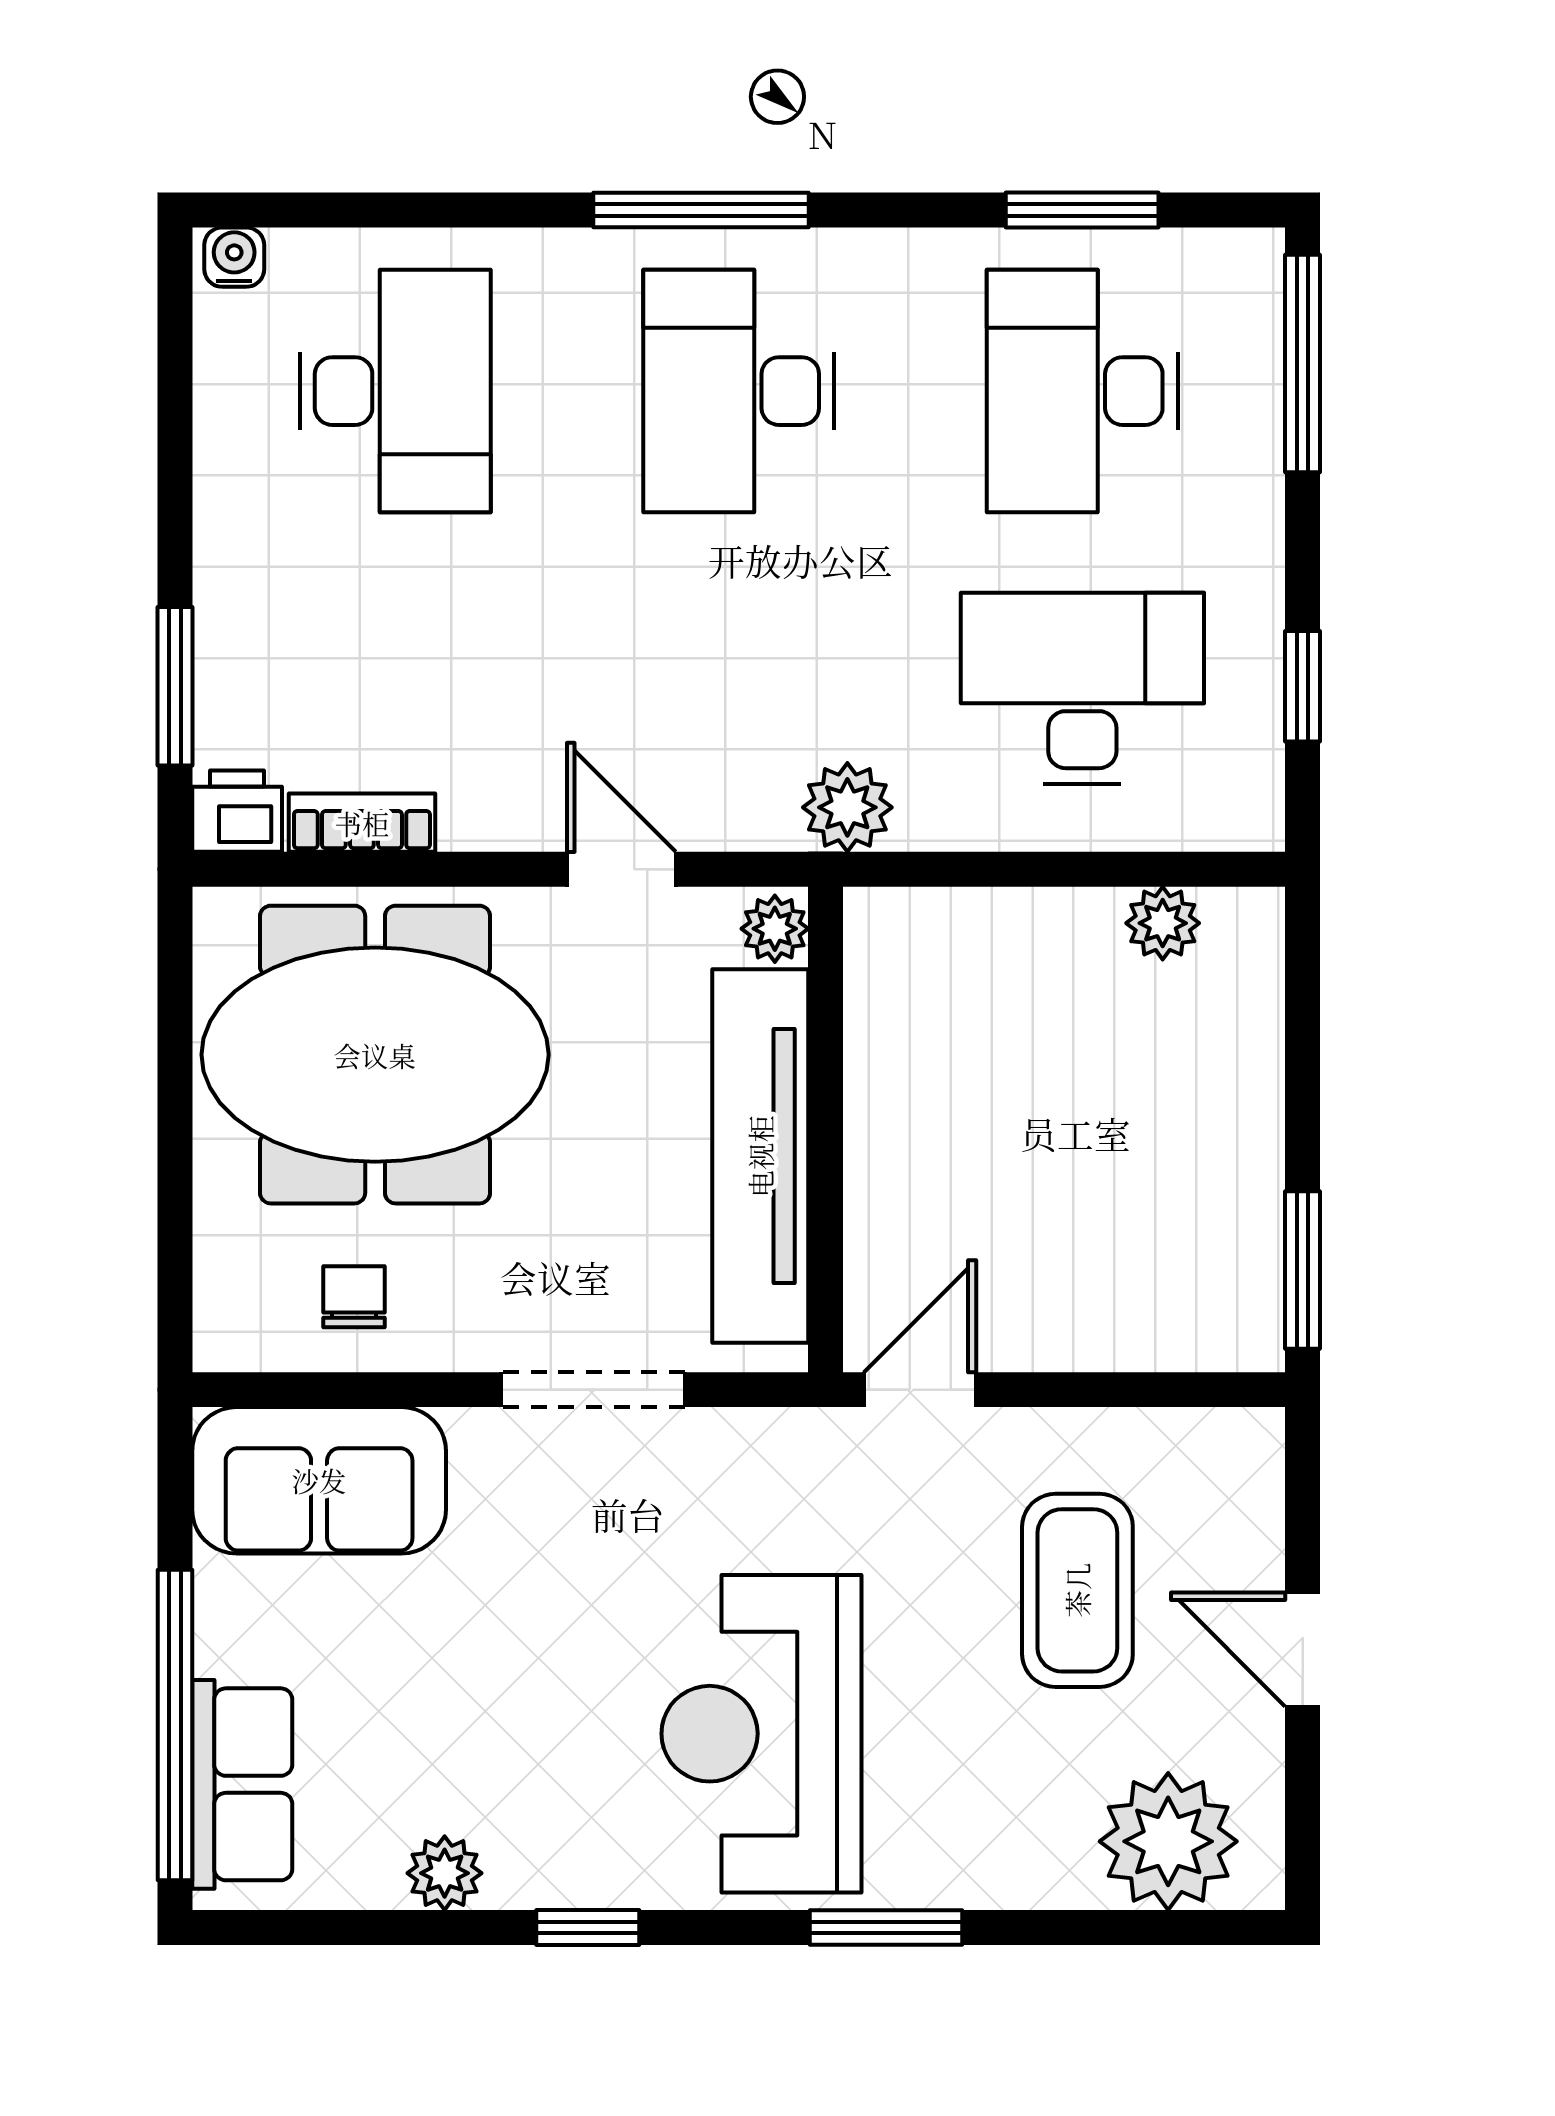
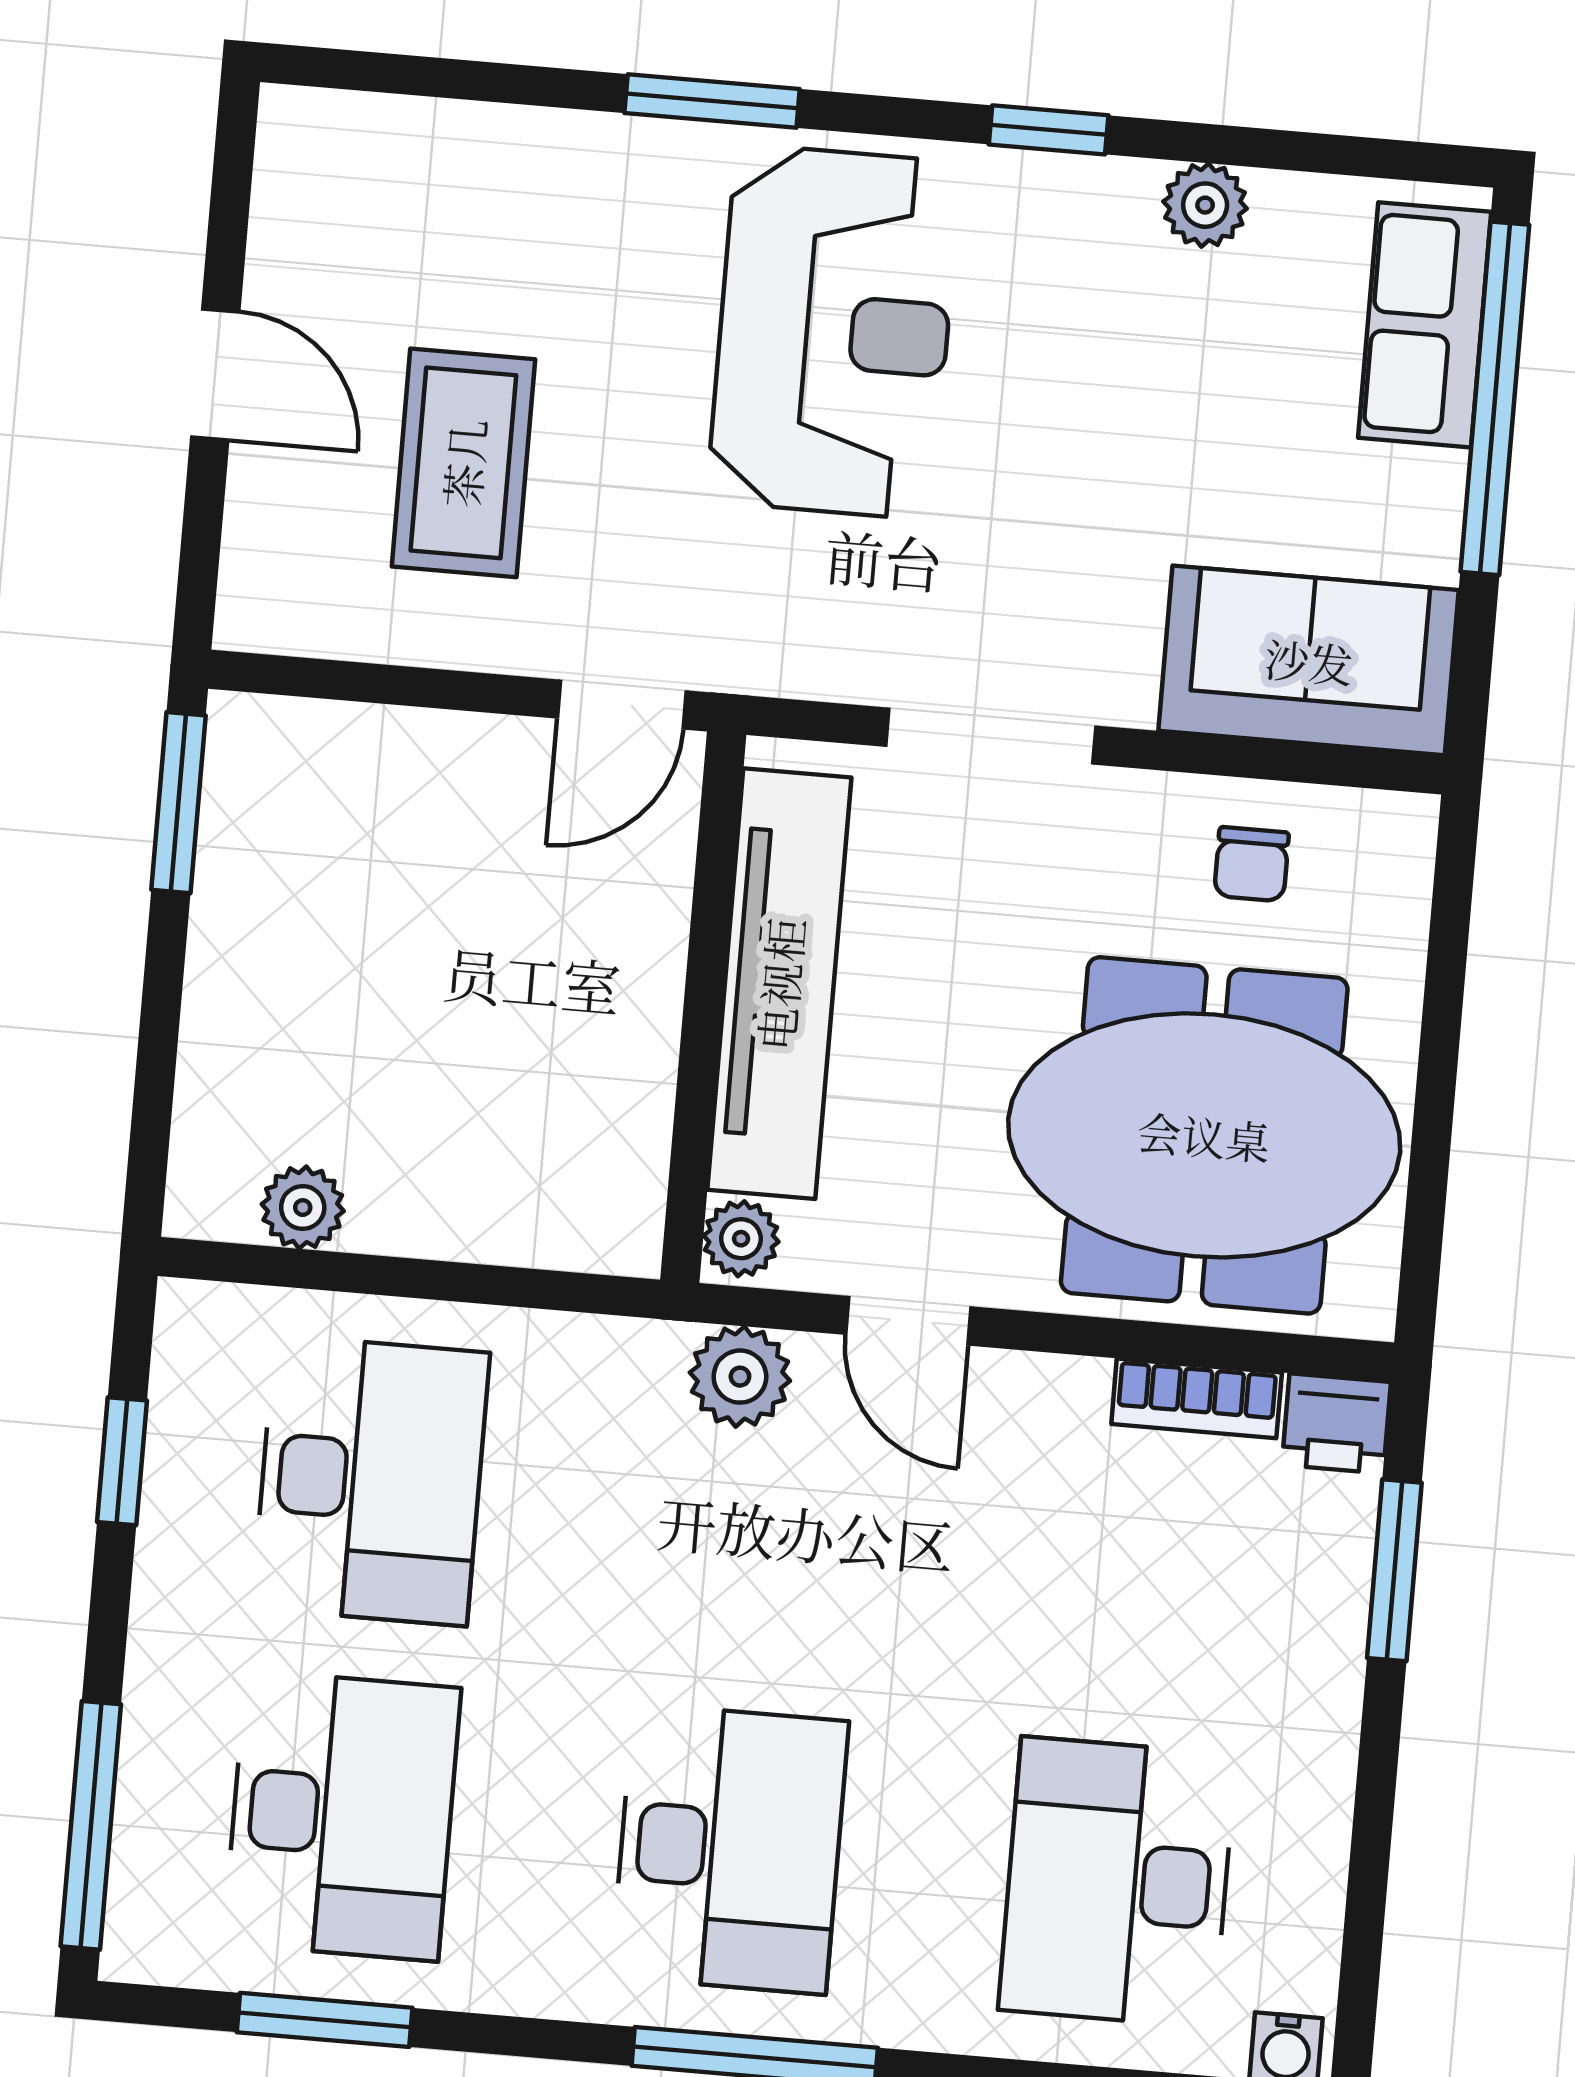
desk: (1082, 688) -> (371, 1480), turned -90
plant: (847, 807) -> (740, 1377), moved
plant: (1168, 1841) -> (385, 171), removed

